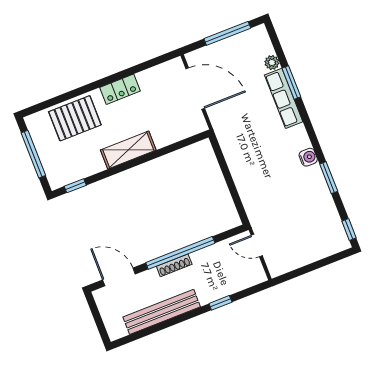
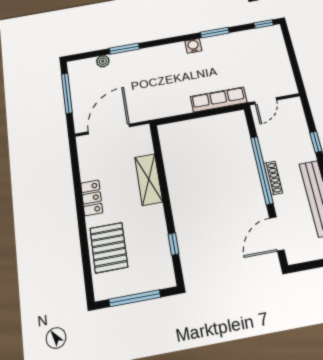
row of seats: (284, 98) -> (219, 100), moved, turned 180
shelving: (128, 150) -> (149, 179), moved
window: (75, 186) -> (174, 244), moved

